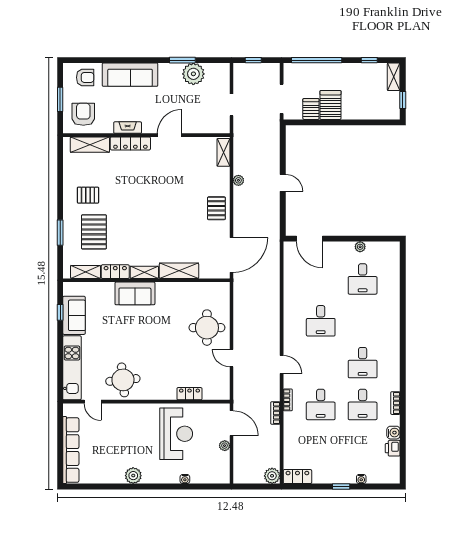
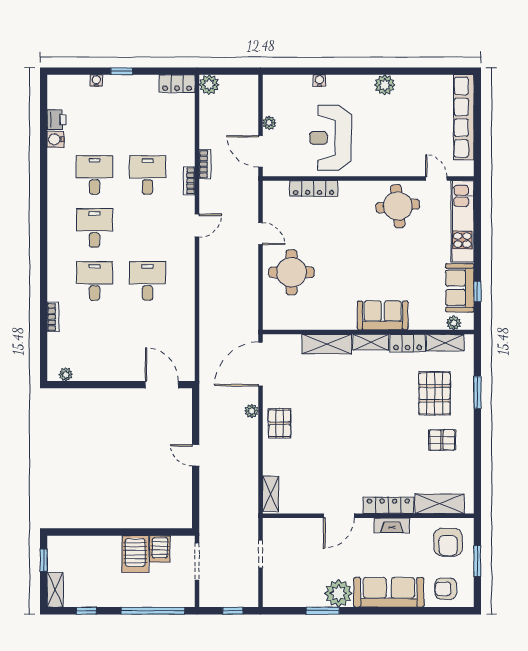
plant: (193, 74) -> (338, 593), moved
plant: (238, 180) -> (252, 411), moved
plant: (360, 247) -> (66, 375), moved
desk: (363, 279) -> (95, 281), moved
plant: (79, 288) -> (454, 323), added
door: (282, 364) -> (197, 226), swing flipped
locker: (189, 394) -> (314, 189), width x1.53
bookcase: (395, 403) -> (53, 317), moved

